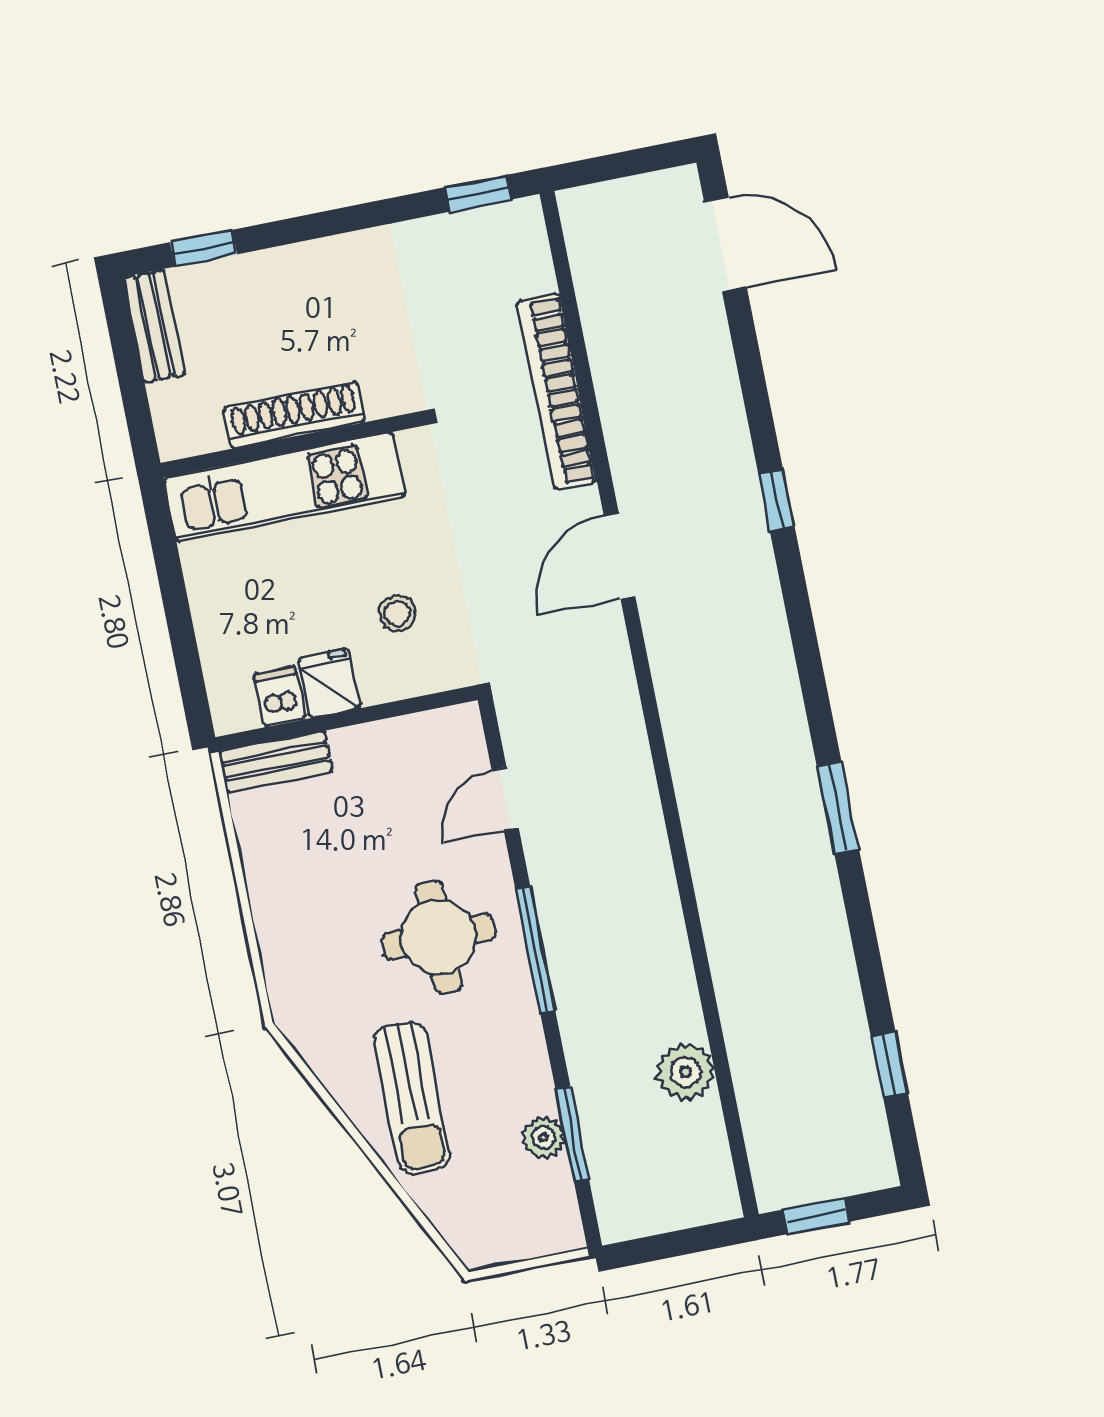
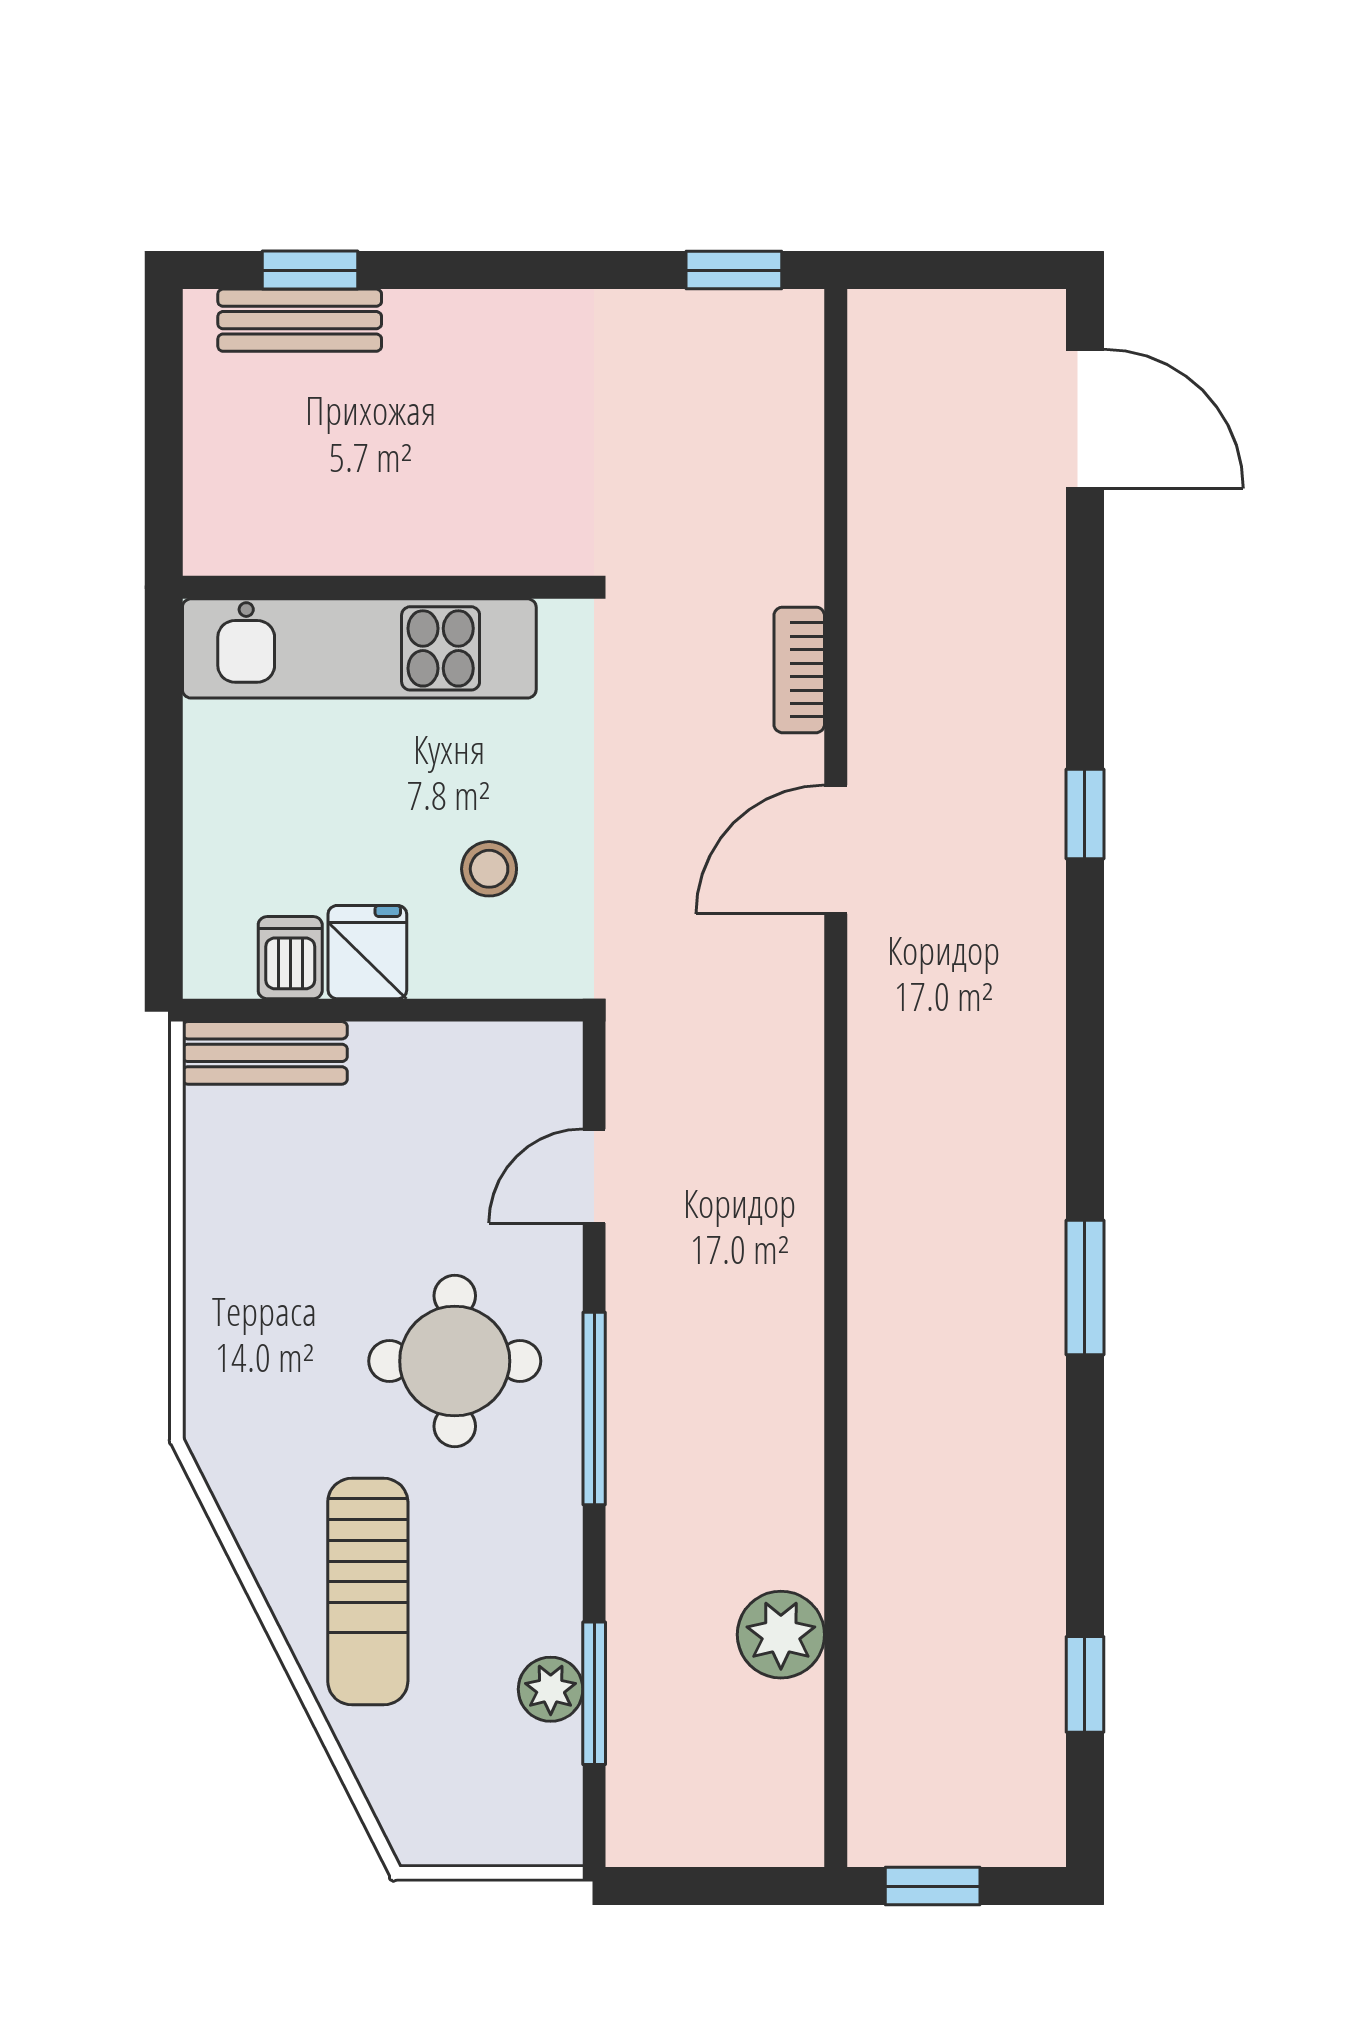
bench: (154, 326) -> (300, 320), moved, turned 90
bookcase: (557, 392) -> (799, 670), width x0.43, depth x0.76
shoe rack: (294, 415) -> (395, 544), removed

